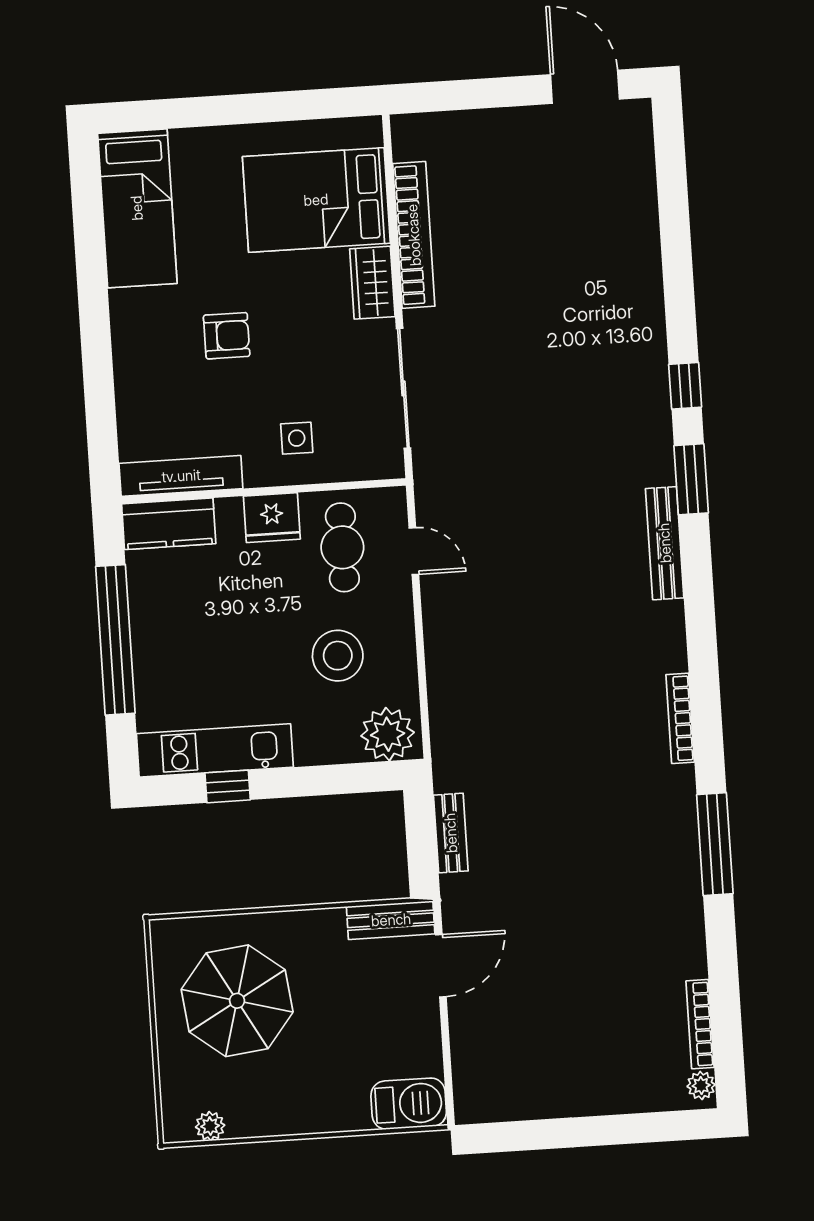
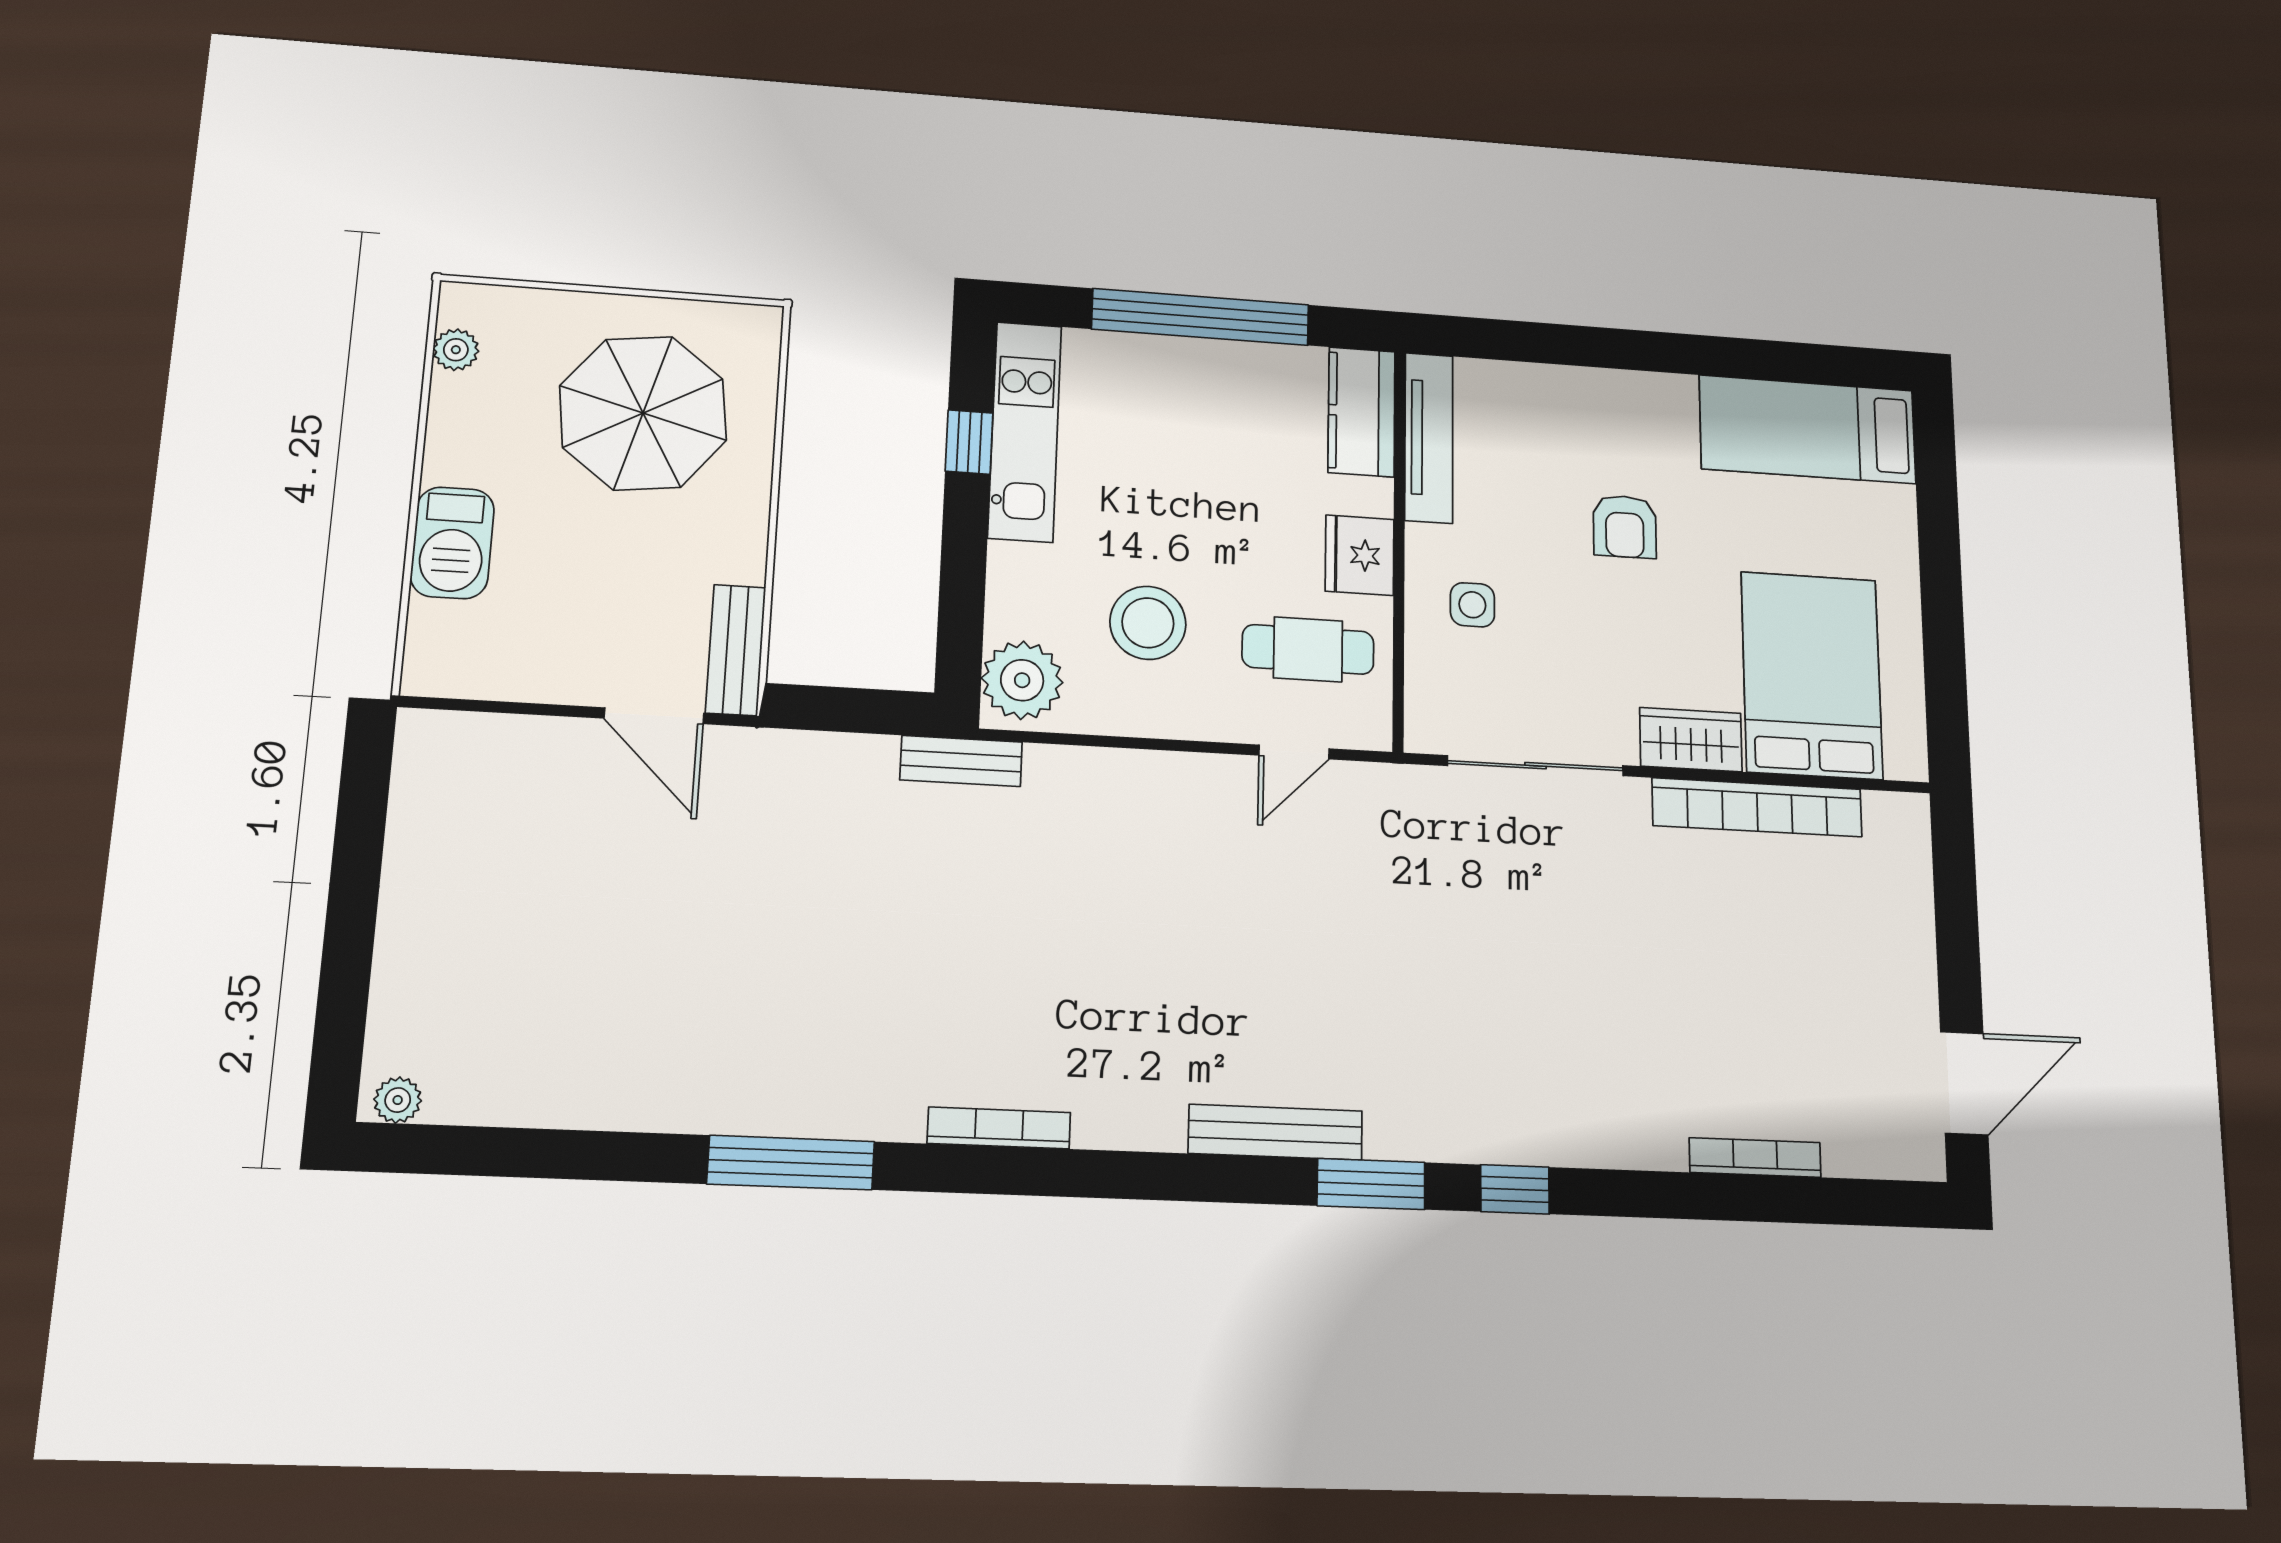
bench: (451, 833) -> (961, 761), moved
bookcase: (700, 1024) -> (1755, 1158), moved
barbecue: (409, 1104) -> (452, 543), moved

